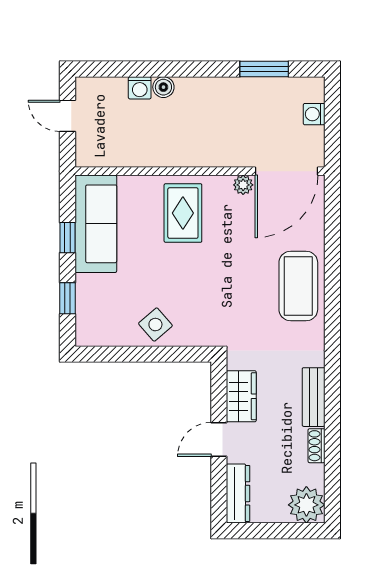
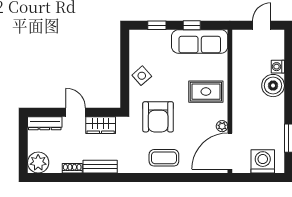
boiler: (163, 87) -> (273, 86), width x1.86, depth x1.86
washing machine: (314, 114) -> (263, 161), width x1.89, depth x1.89
door: (287, 171) -> (230, 151), hinge flipped
coffee table: (298, 286) -> (164, 158), width x0.73, depth x0.76
armchair: (227, 296) -> (158, 117), added

